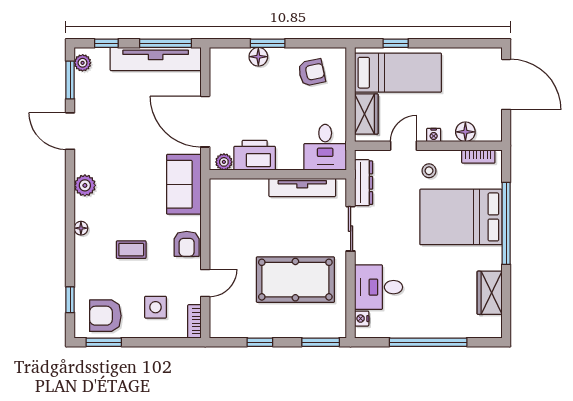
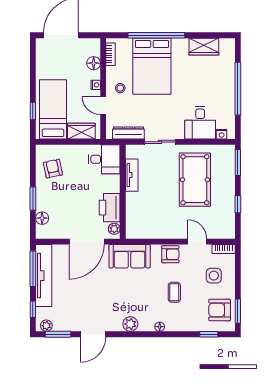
floor lamp: (258, 57) -> (42, 218), moved
tv unit: (302, 187) -> (132, 175), width x0.71
armchair: (105, 316) -> (220, 310), turned 90

